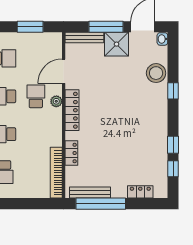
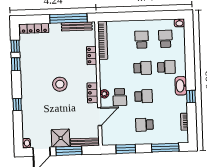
stool: (156, 73) -> (60, 84), moved
locker: (72, 110) -> (92, 93), width x0.66
locker: (140, 192) -> (34, 28), width x1.53

